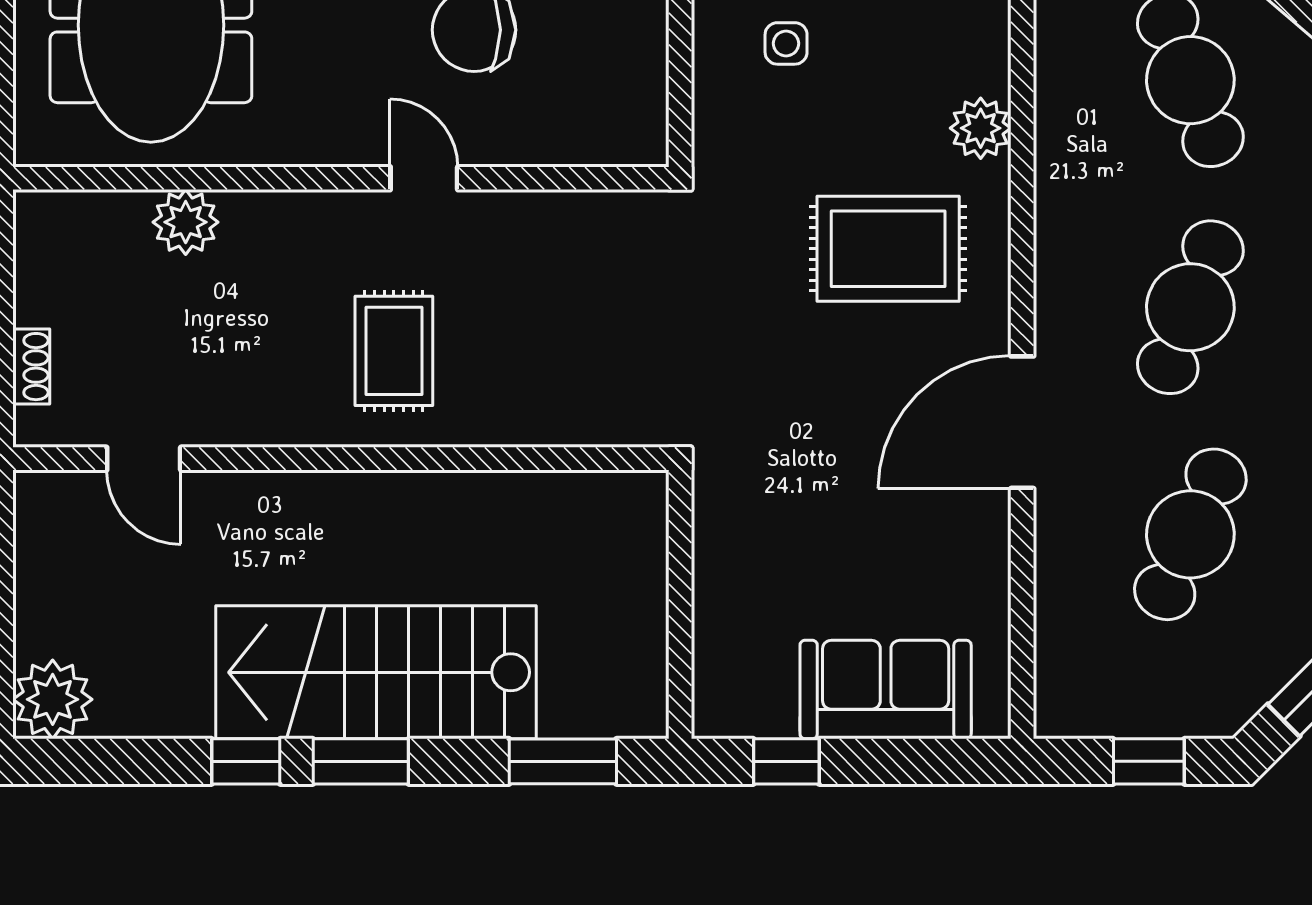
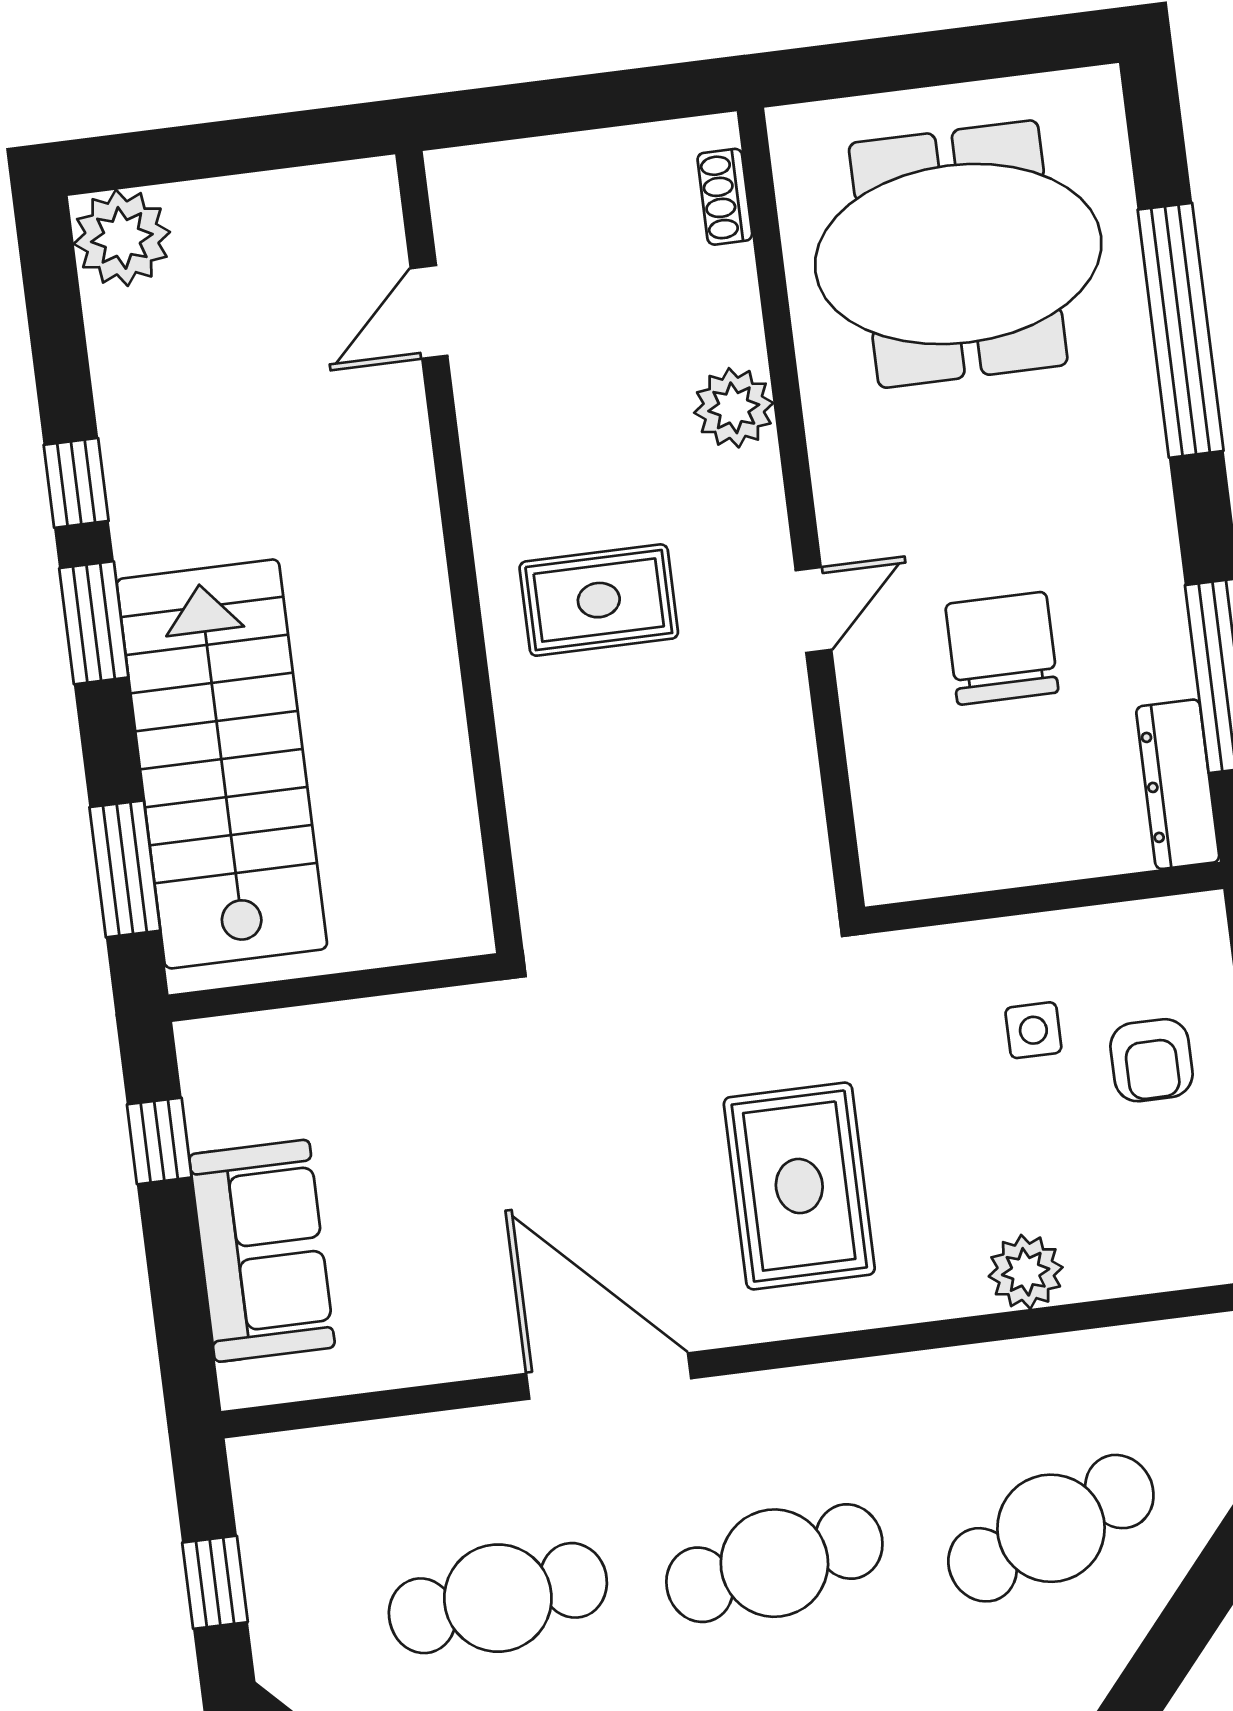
plant: (981, 128) -> (1026, 1272), moved
plant: (186, 222) -> (734, 408), moved
cafe table: (1190, 307) -> (774, 1563), turned -30
shoe rack: (31, 367) -> (725, 197), moved, turned 90
cafe table: (1190, 534) -> (498, 1598), turned -30
stairs: (376, 672) -> (222, 764), moved

